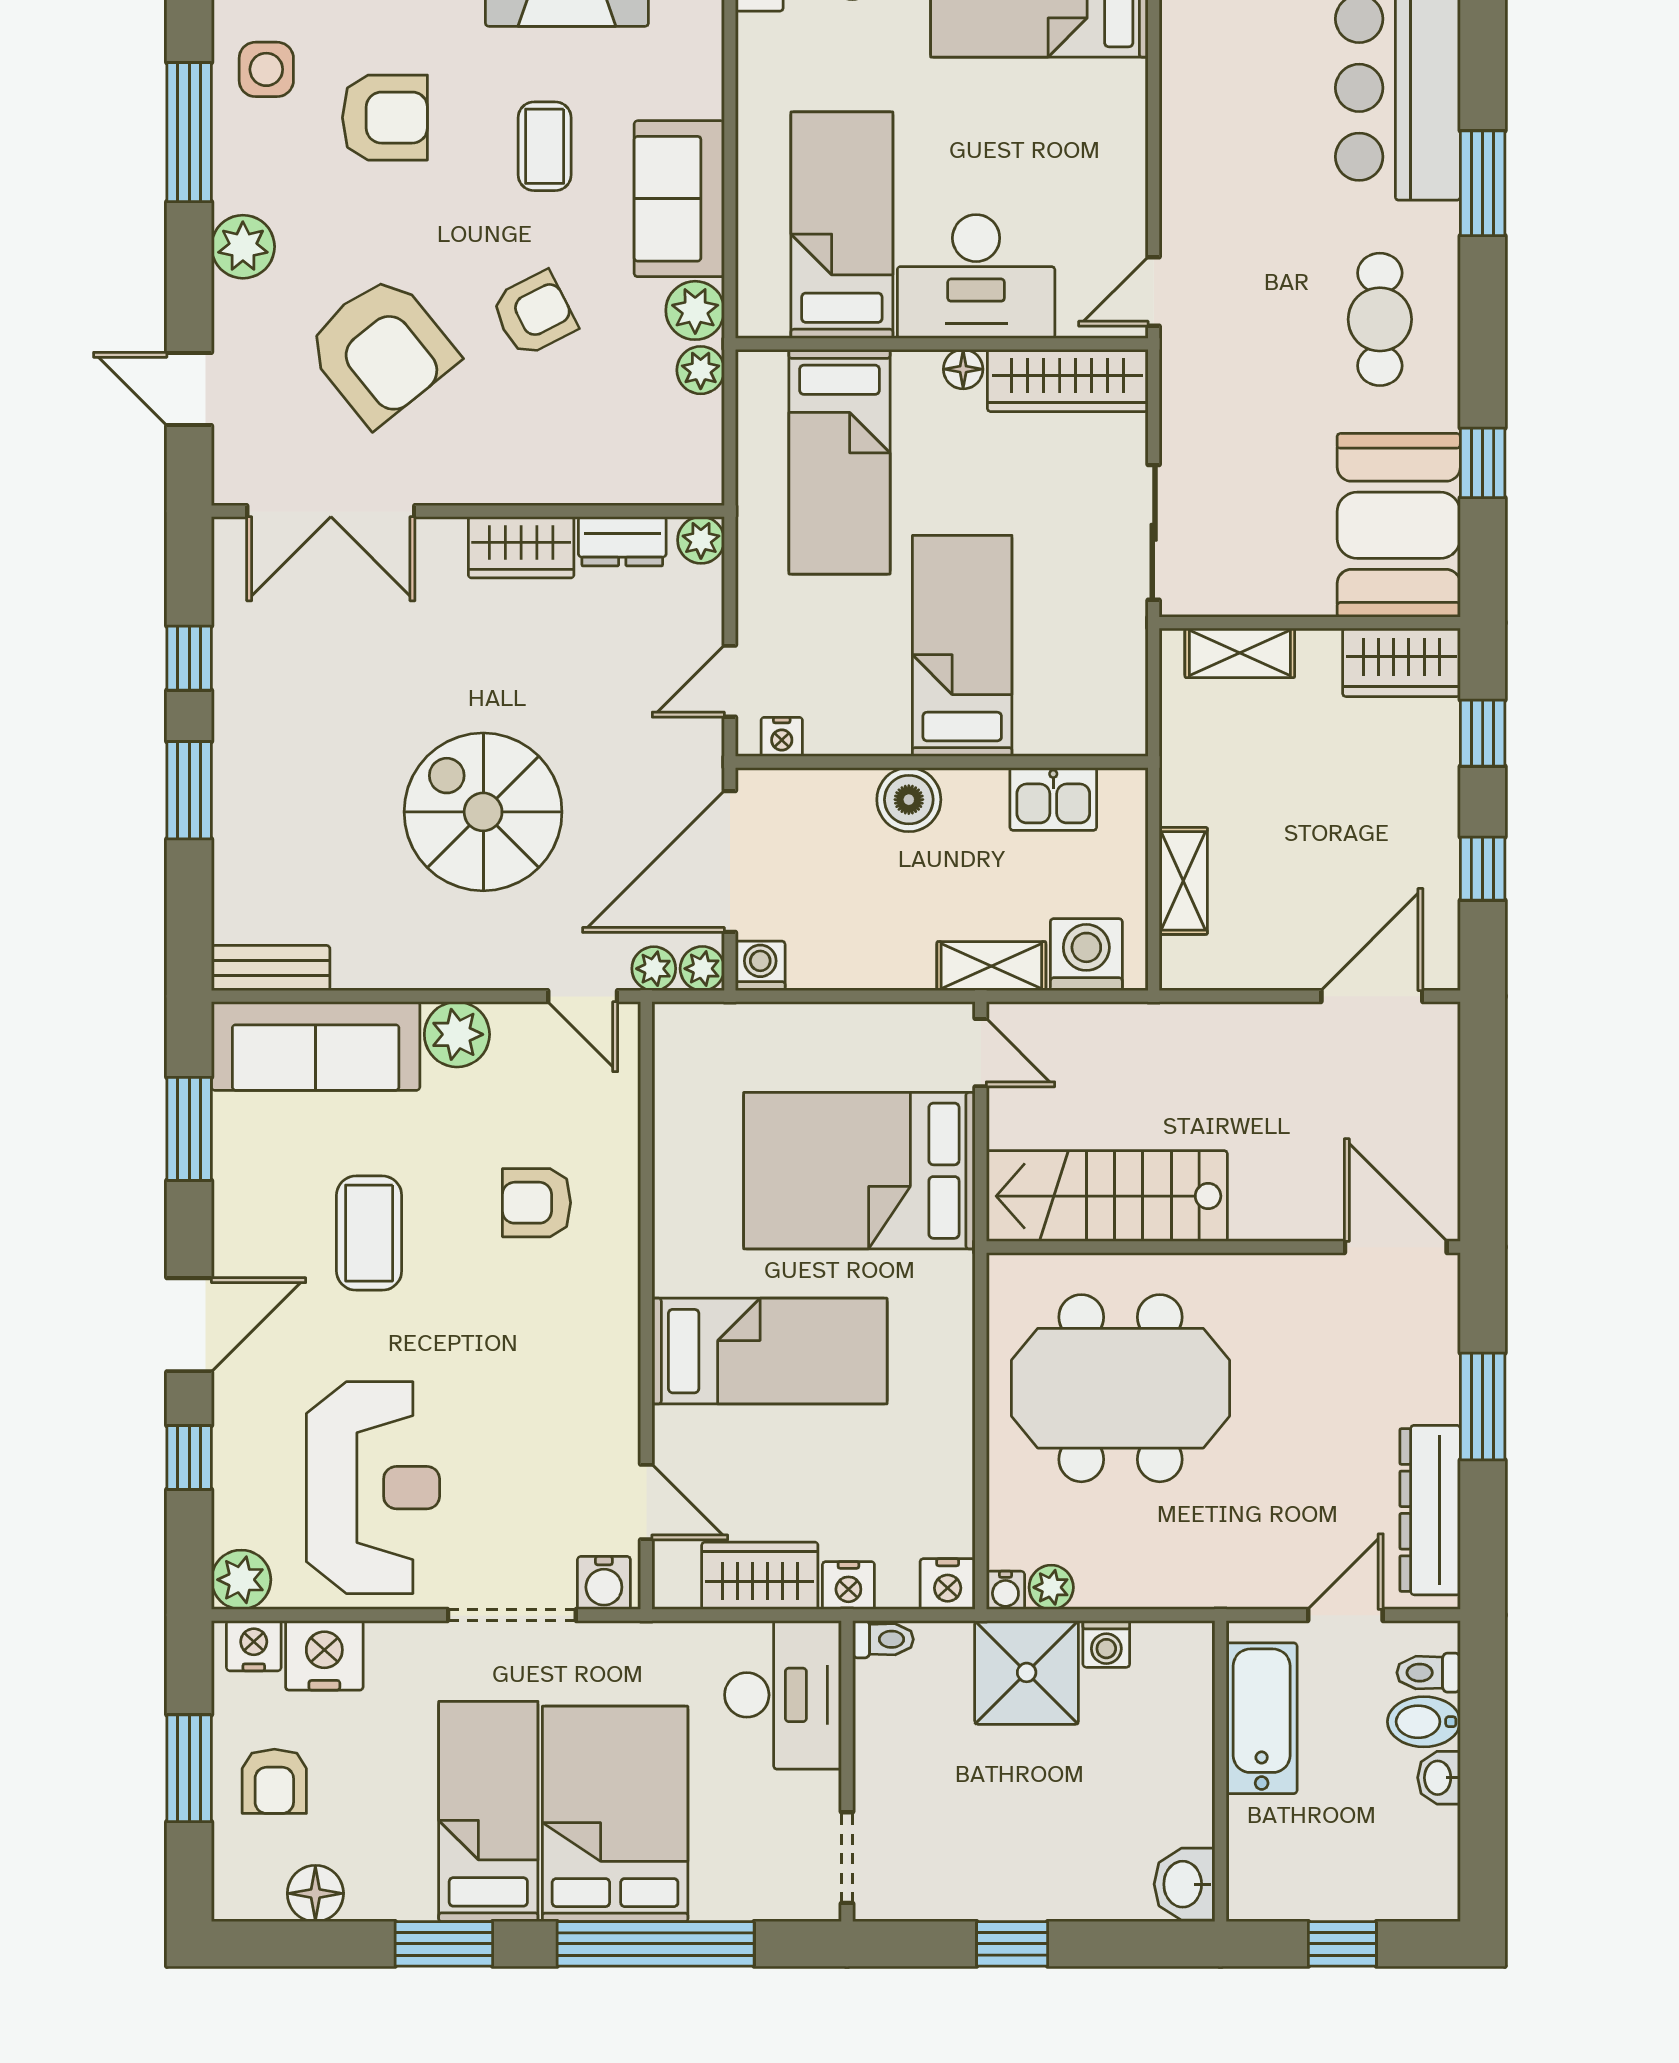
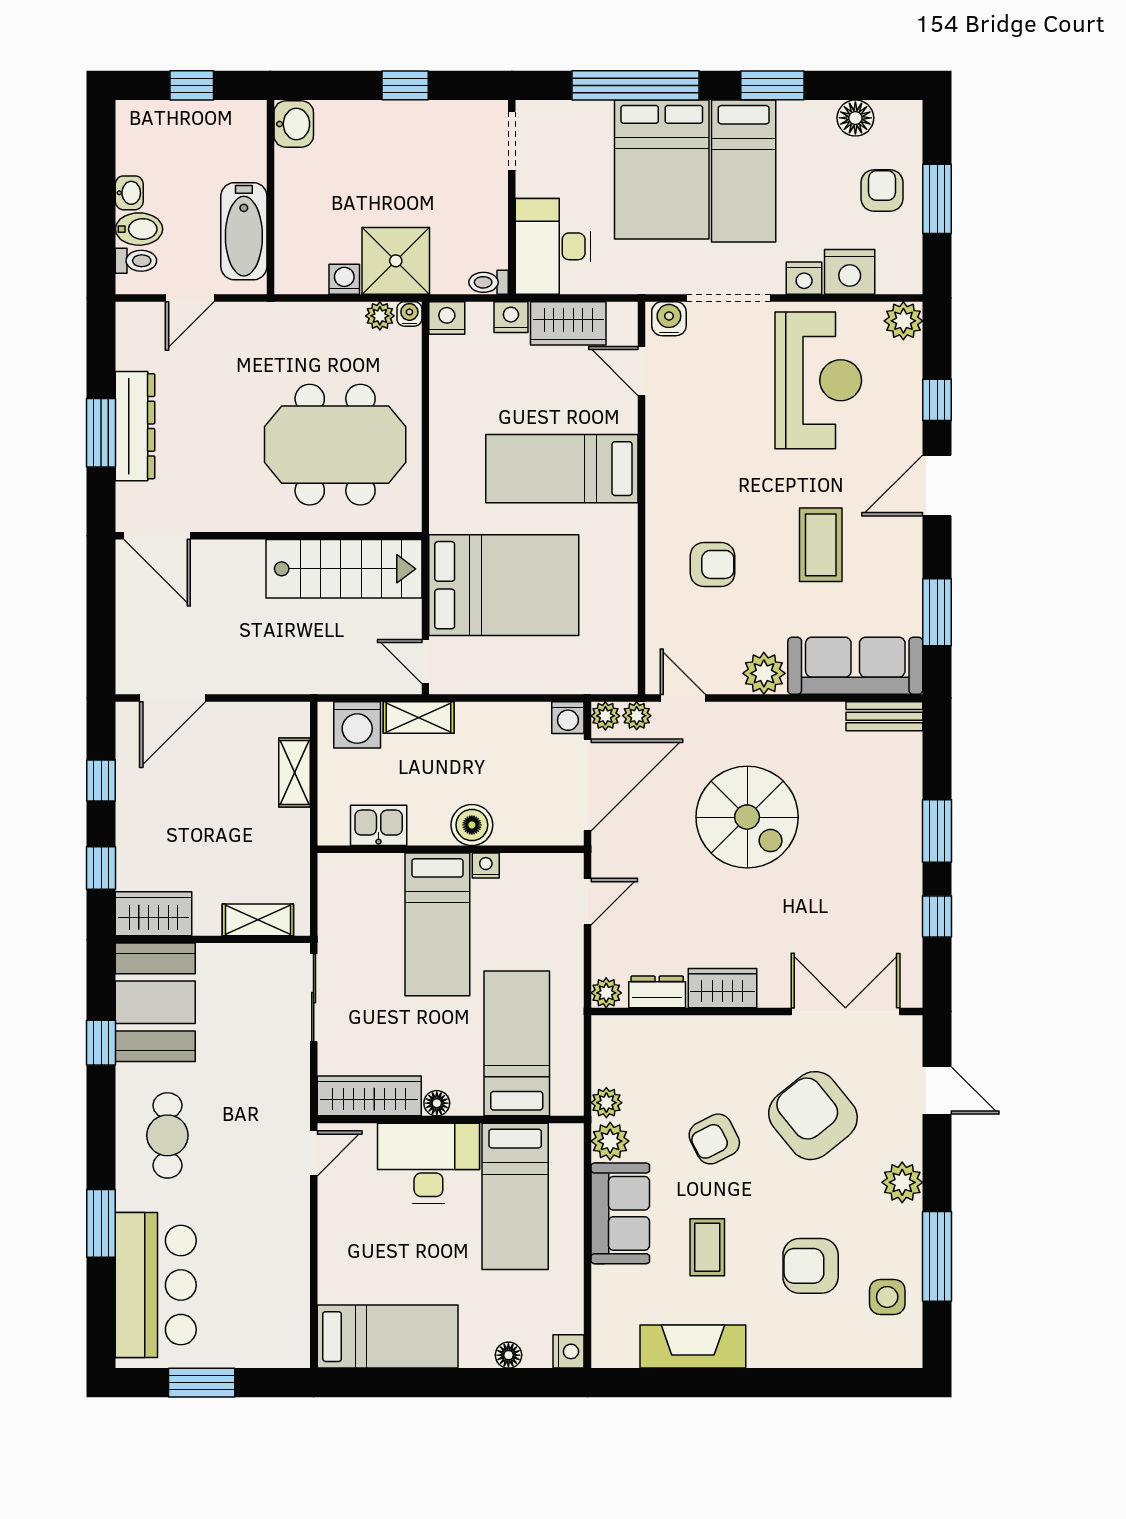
nightstand: (782, 737) -> (486, 866), moved
reception desk: (373, 1488) -> (818, 380), turned 180
dresser: (1430, 1510) -> (135, 426), moved
nightstand: (254, 1646) -> (804, 278), moved

